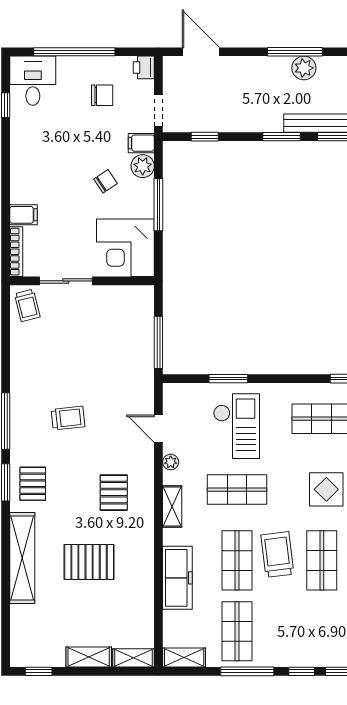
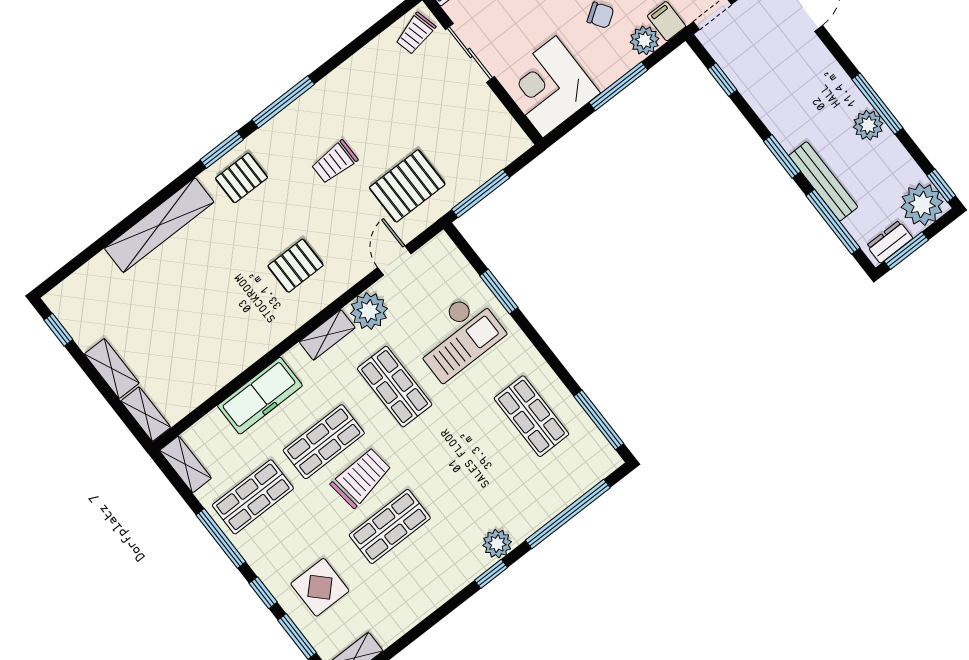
trolley: (68, 418) -> (335, 162), turned 96
plant: (171, 462) -> (369, 311), width x1.88, depth x1.88
display table: (326, 489) -> (320, 587), moved
pallet: (89, 562) -> (407, 186), moved, turned 90

